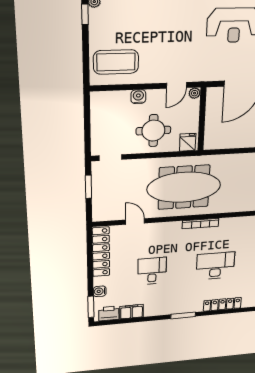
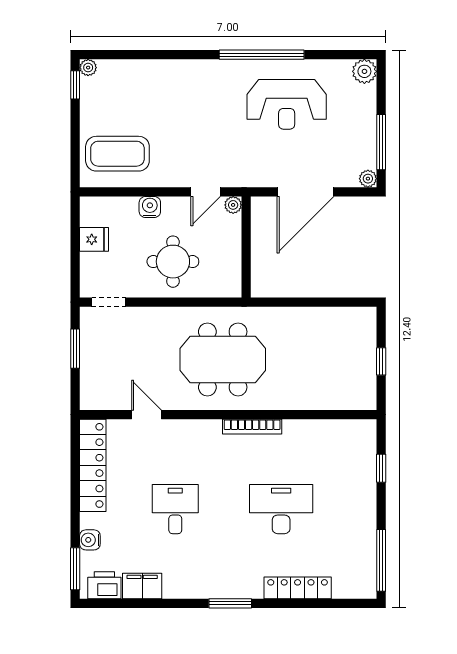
fridge: (188, 142) -> (94, 239), moved, turned 90
meeting table: (184, 187) -> (223, 359), width x0.73

